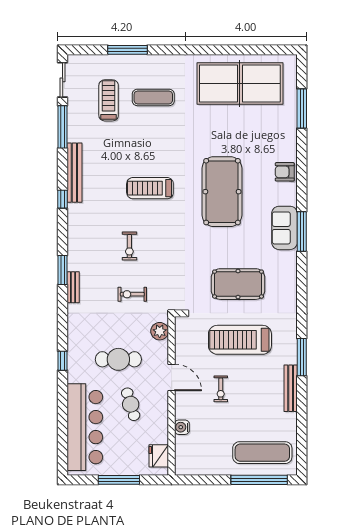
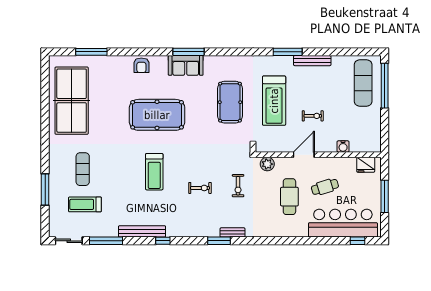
window: (63, 361) -> (358, 241), moved

